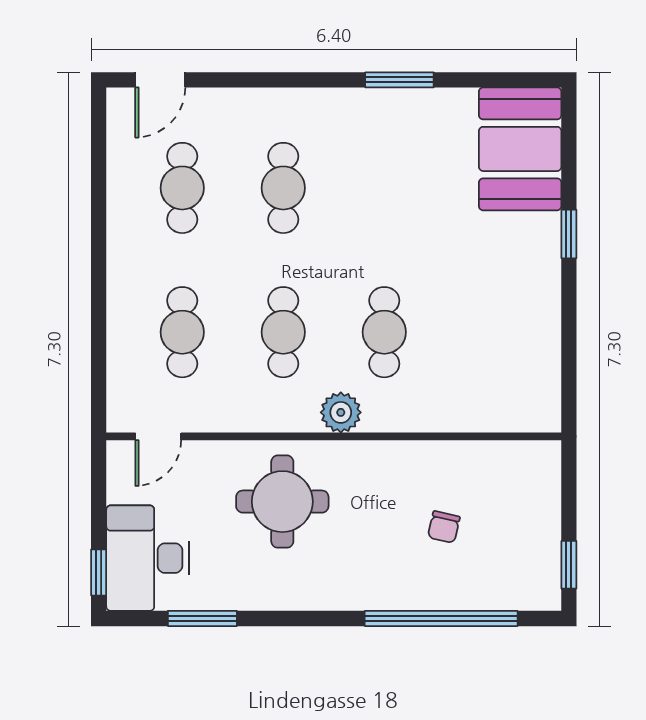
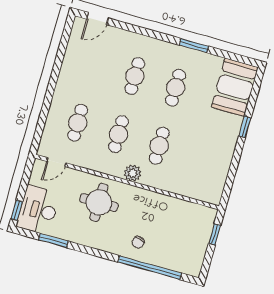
cafe table: (182, 188) -> (176, 88), moved
chair: (444, 527) -> (138, 242), moved
window: (569, 565) -> (215, 234), moved

